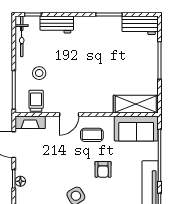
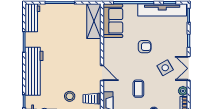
workbench: (57, 25) -> (34, 71), width x1.88, depth x1.32
coffee table: (92, 135) -> (138, 89), moved

